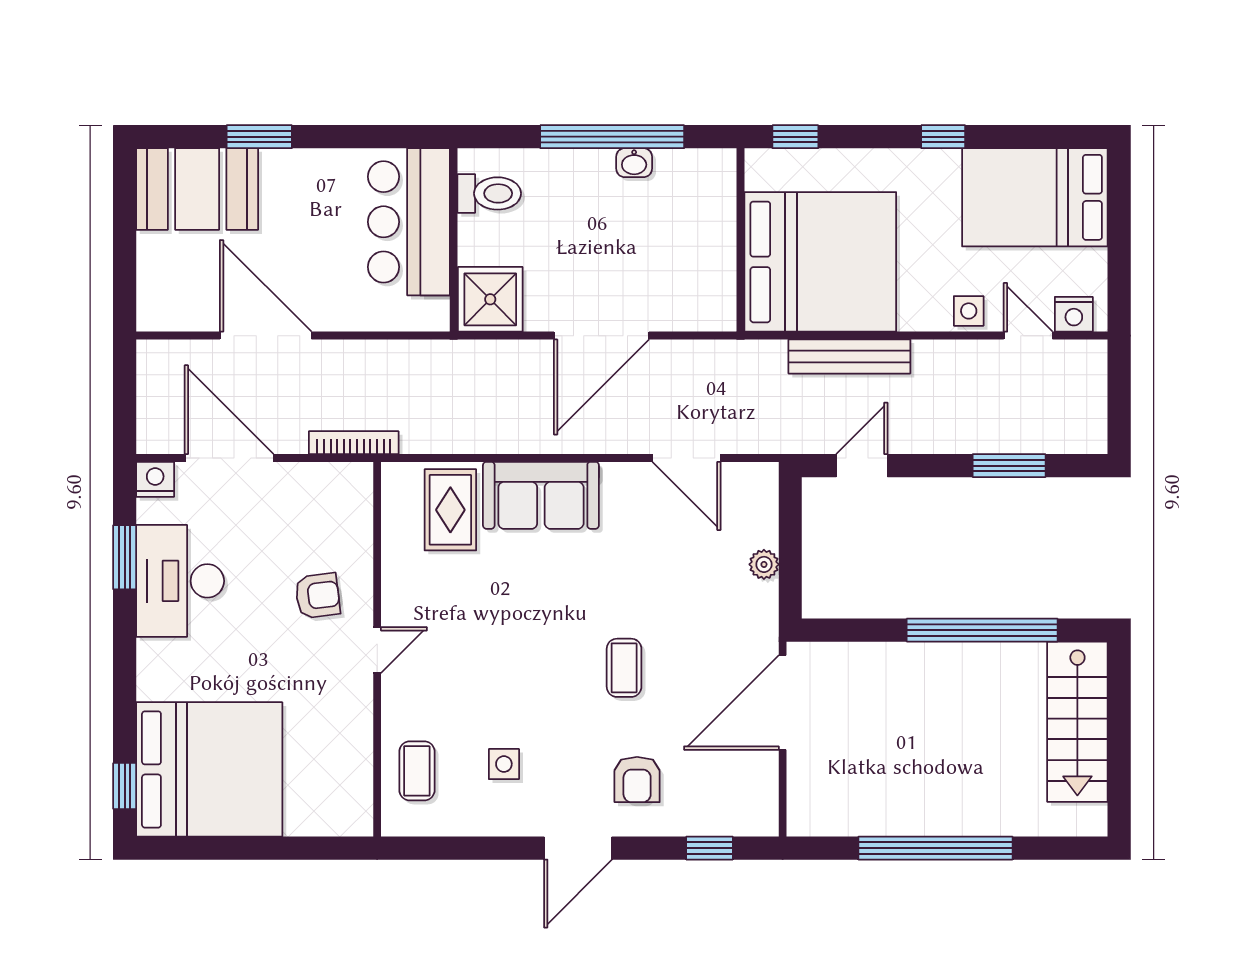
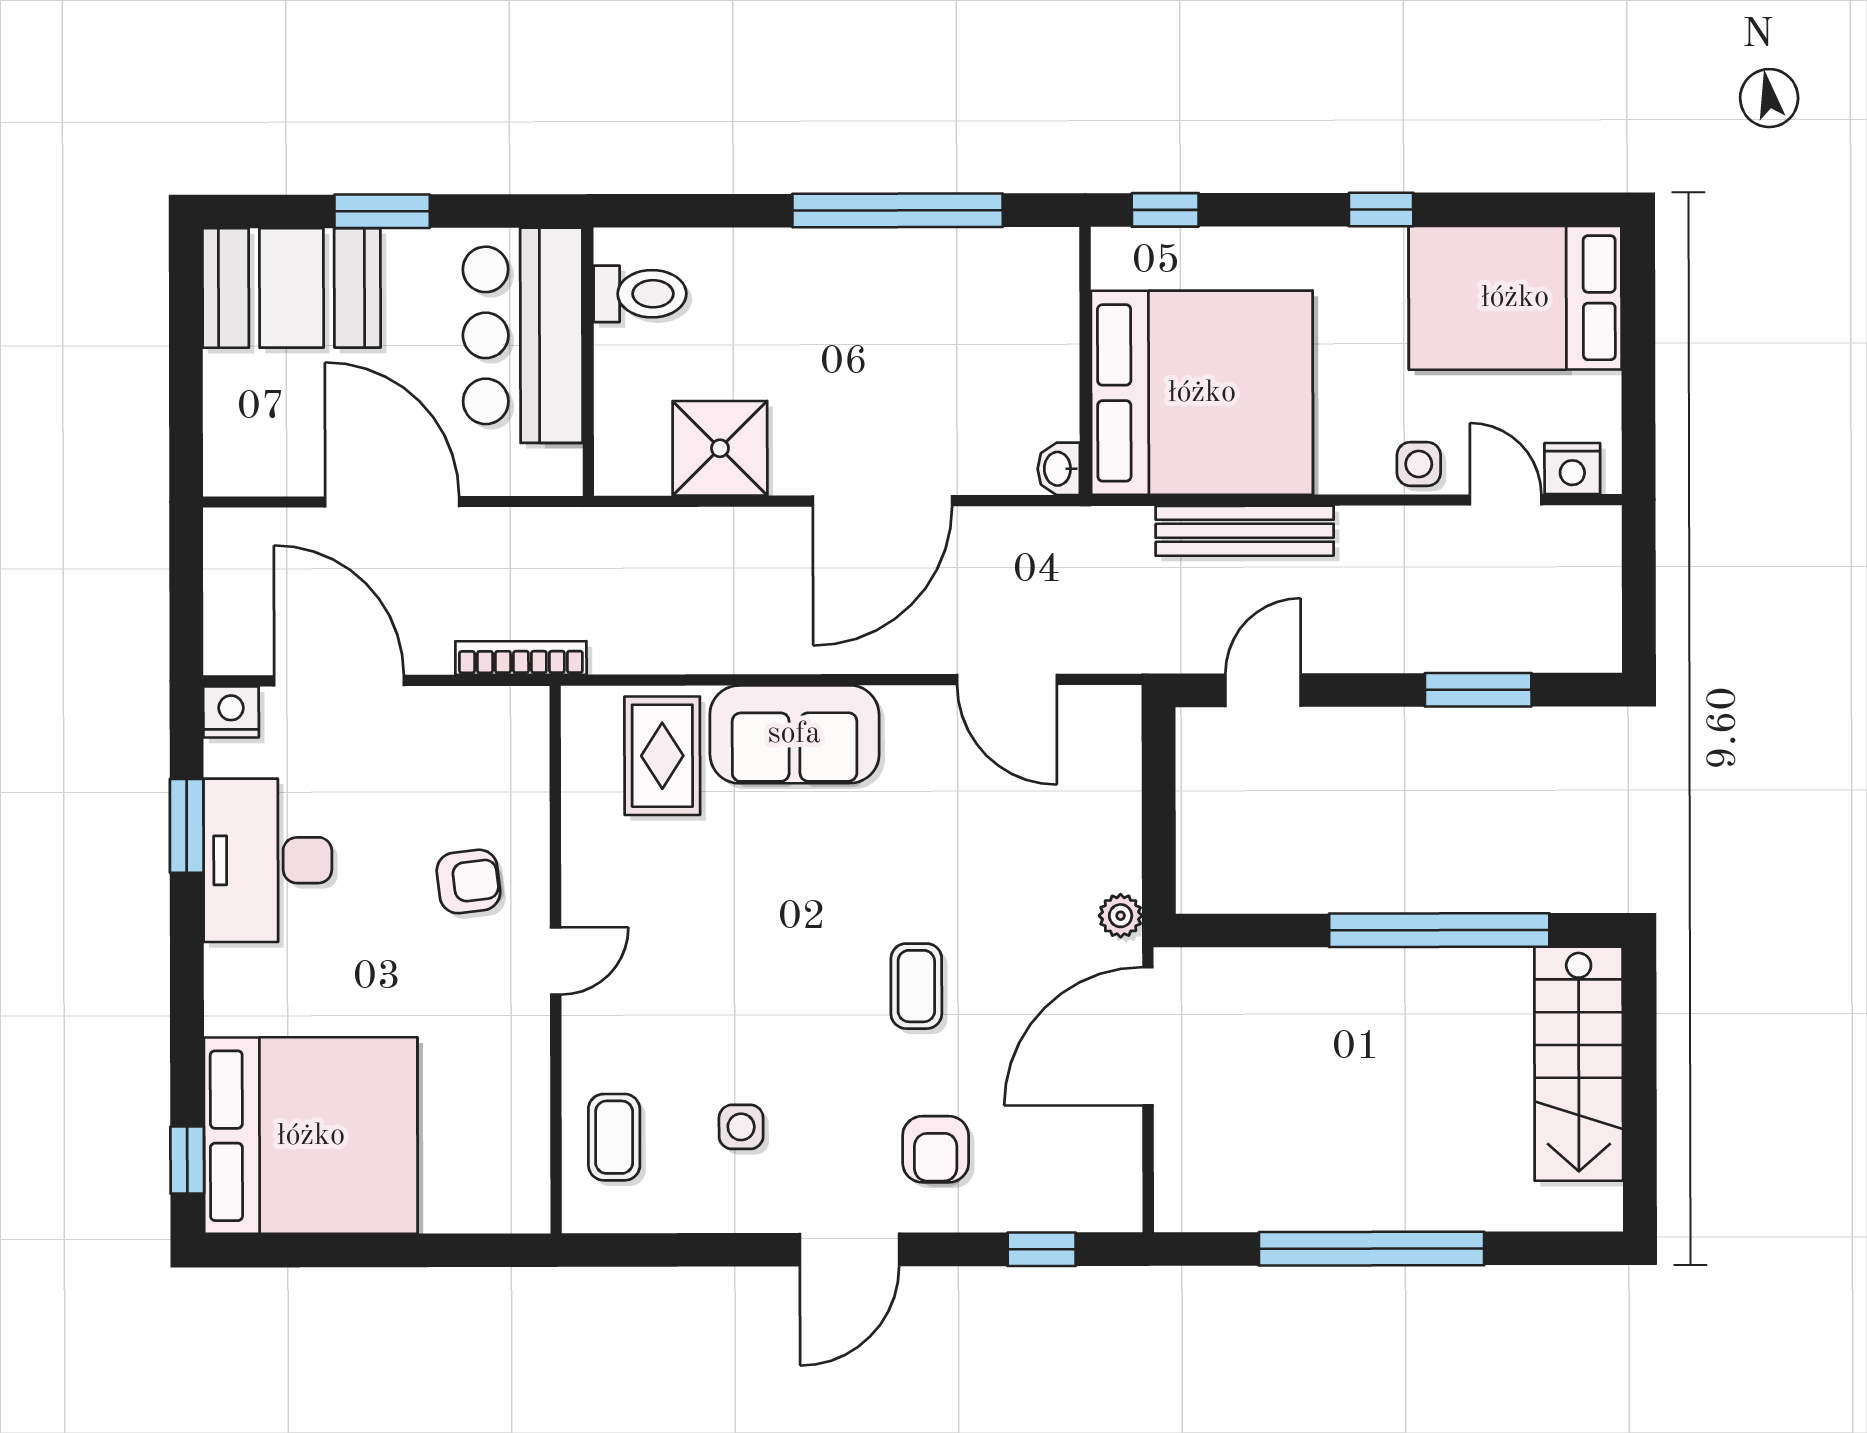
washbasin: (634, 163) -> (1059, 469), moved, turned 90
toilet: (489, 193) -> (640, 294), moved
bar counter: (409, 222) -> (523, 335), moved
wall: (454, 240) -> (588, 362), moved
plant: (764, 564) -> (1121, 916), moved

